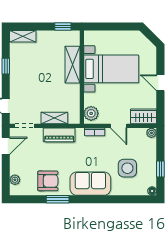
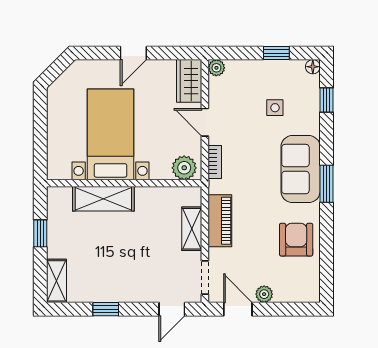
window: (63, 27) -> (40, 233), moved
door: (119, 126) -> (205, 122), swing flipped
side table: (127, 168) -> (275, 108), width x0.54, depth x0.54
plant: (15, 180) -> (264, 294), moved
window: (58, 199) -> (326, 184), moved
window: (132, 199) -> (326, 100), added

